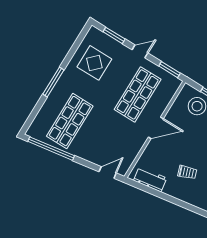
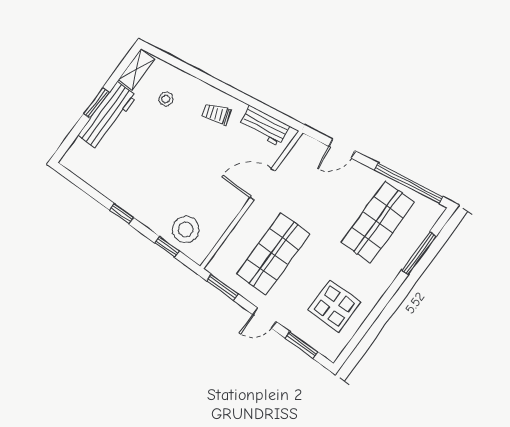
window: (53, 82) -> (419, 253), moved
door: (156, 128) -> (263, 184), moved
door: (108, 172) -> (342, 149), moved
trolley: (187, 172) -> (216, 114), moved

